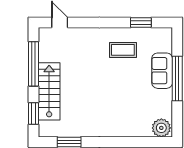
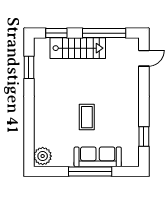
coffee table: (123, 50) -> (87, 117), moved
sofa: (162, 71) -> (98, 157), width x1.36

